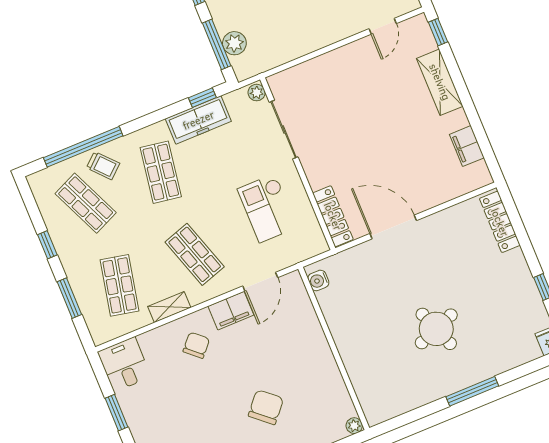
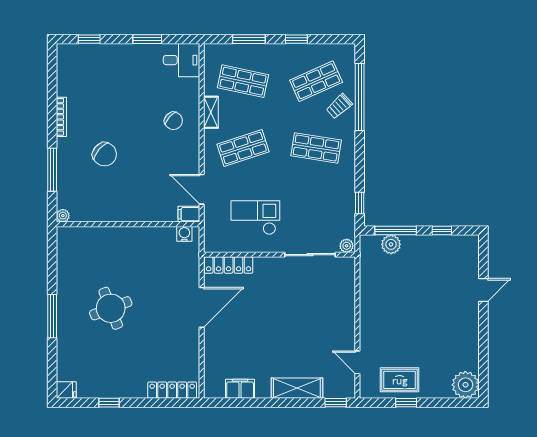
freezer: (198, 120) -> (344, 193), removed
filing cabinet: (231, 311) -> (189, 214), moved, width x0.50

